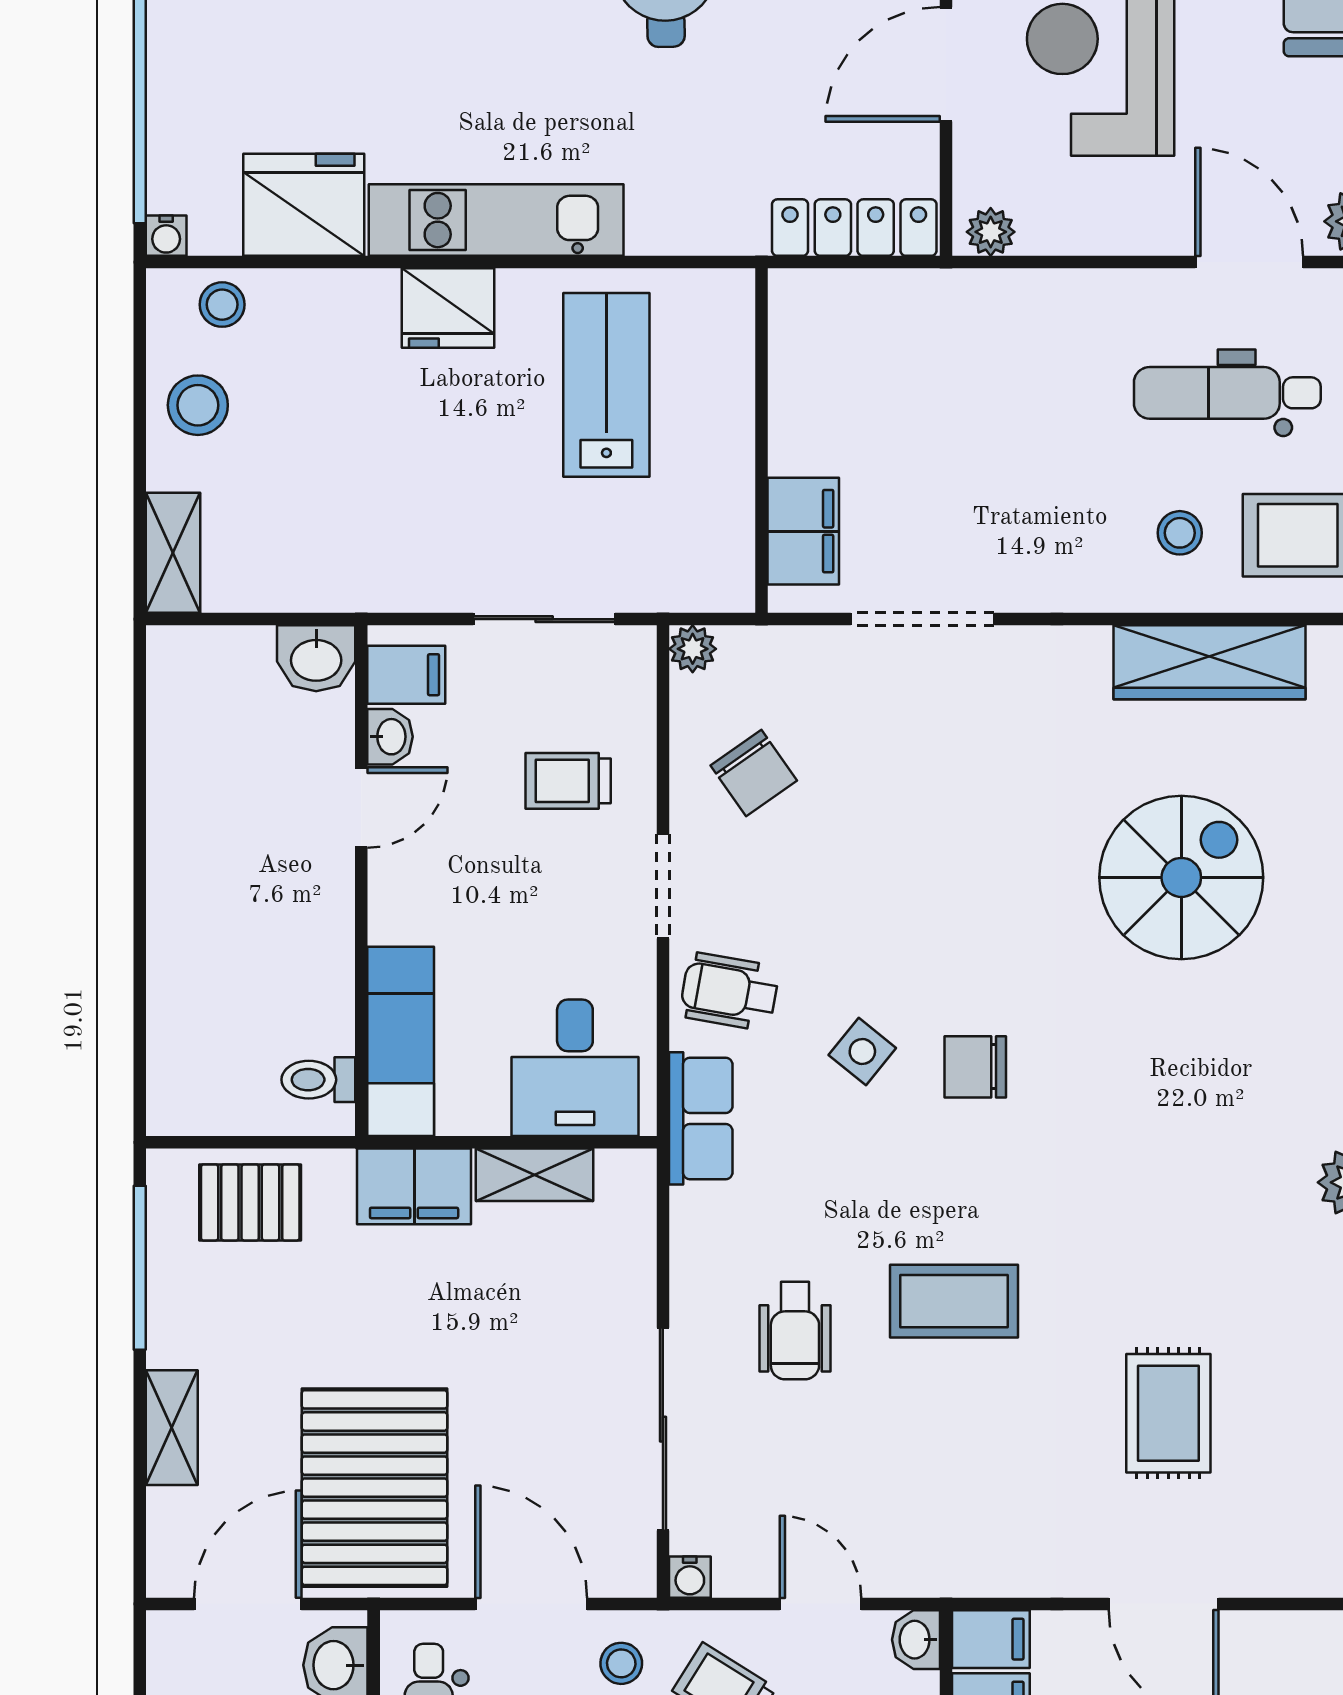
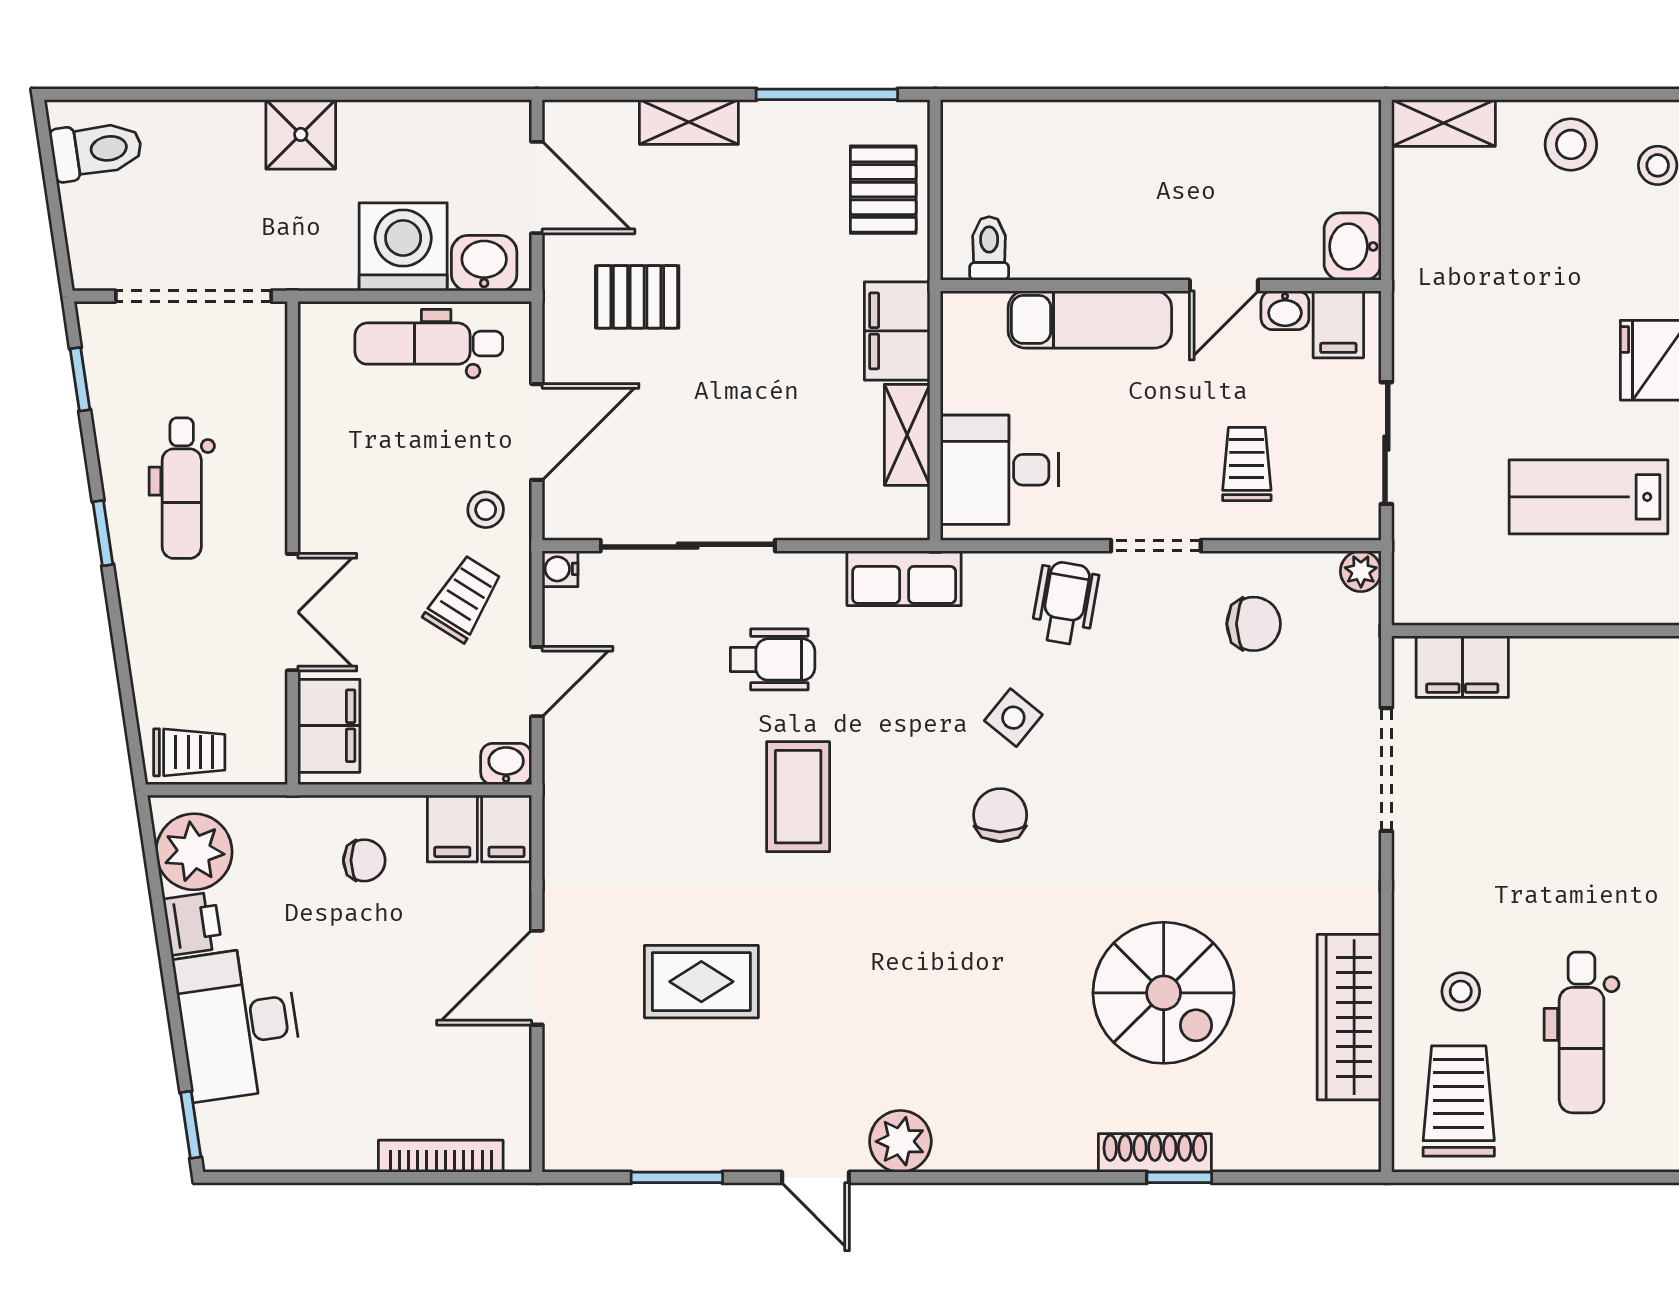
lab bench: (606, 385) -> (1588, 497), turned 180
dental chair: (1227, 393) -> (1582, 1032), turned 180
chair: (754, 773) -> (1254, 624), turned -145
door: (361, 807) -> (1224, 285), hinge flipped
exam couch: (401, 1041) -> (1090, 319), moved
row of seats: (701, 1118) -> (904, 578), moved
wheelchair: (795, 1331) -> (773, 659), turned 180
pallet: (375, 1488) -> (637, 297), width x0.49, depth x0.50

